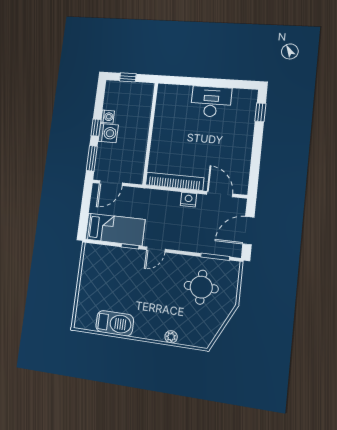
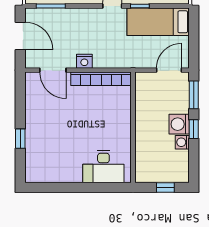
desk: (211, 102) -> (103, 167), moved
window: (260, 112) -> (20, 139), moved
door: (248, 231) -> (20, 36), hinge flipped

